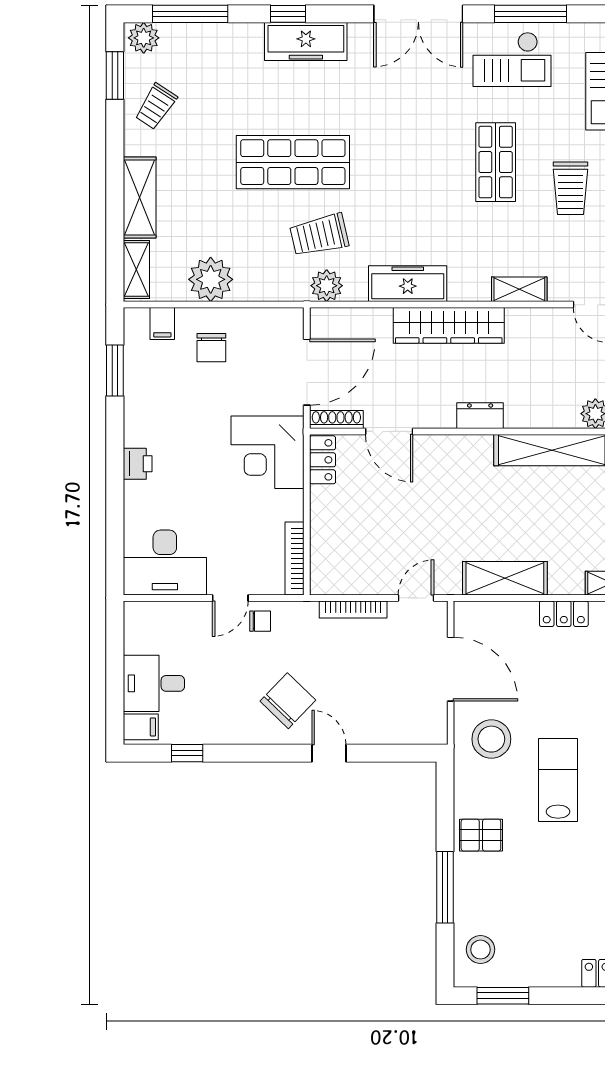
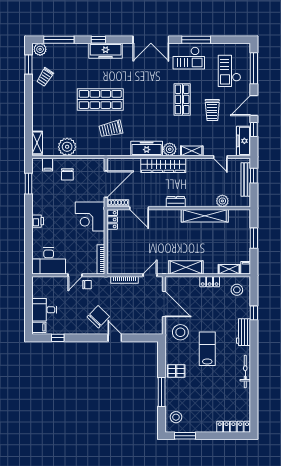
shelving: (140, 198) -> (38, 114), removed
plant: (327, 286) -> (170, 149), moved

